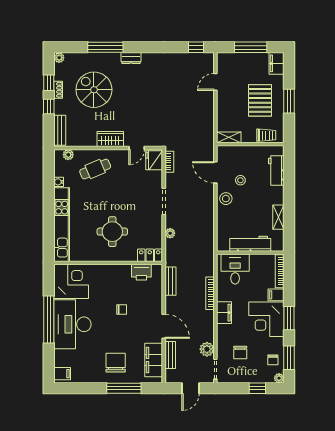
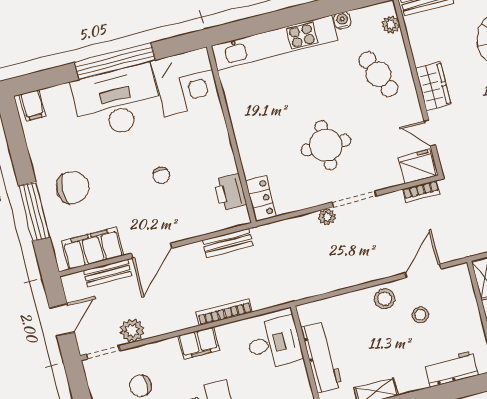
round table: (112, 232) -> (326, 145), moved
plant: (170, 233) -> (327, 217), moved
door: (191, 388) -> (62, 320), swing flipped

